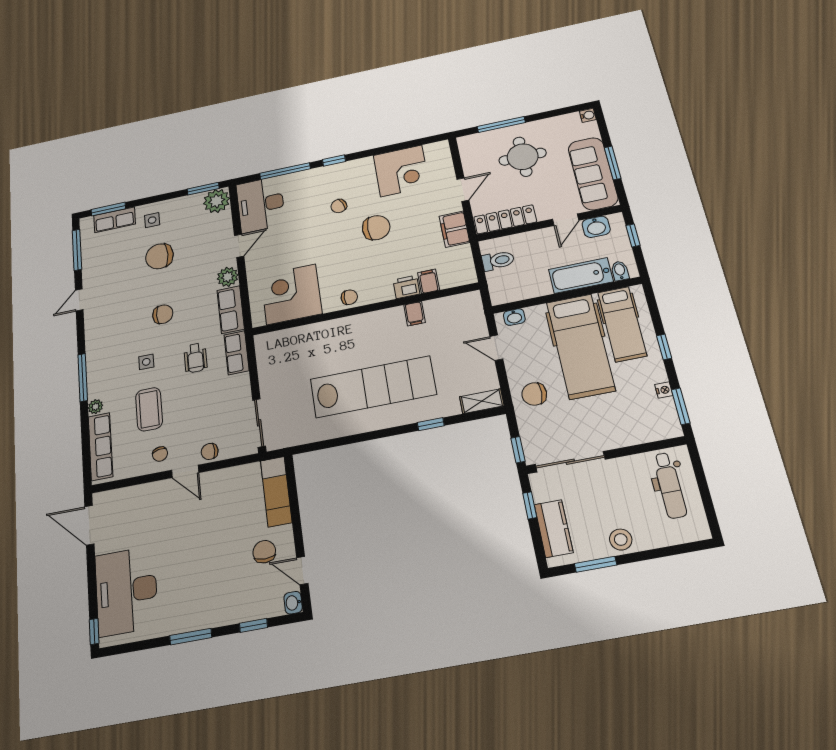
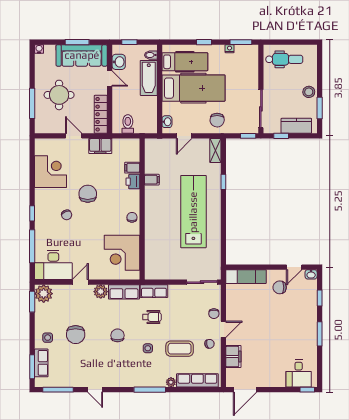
door: (239, 246) -> (80, 282), hinge flipped
filing cabinet: (142, 496) -> (233, 357), added
desk: (126, 591) -> (299, 373), width x0.53, depth x0.77

